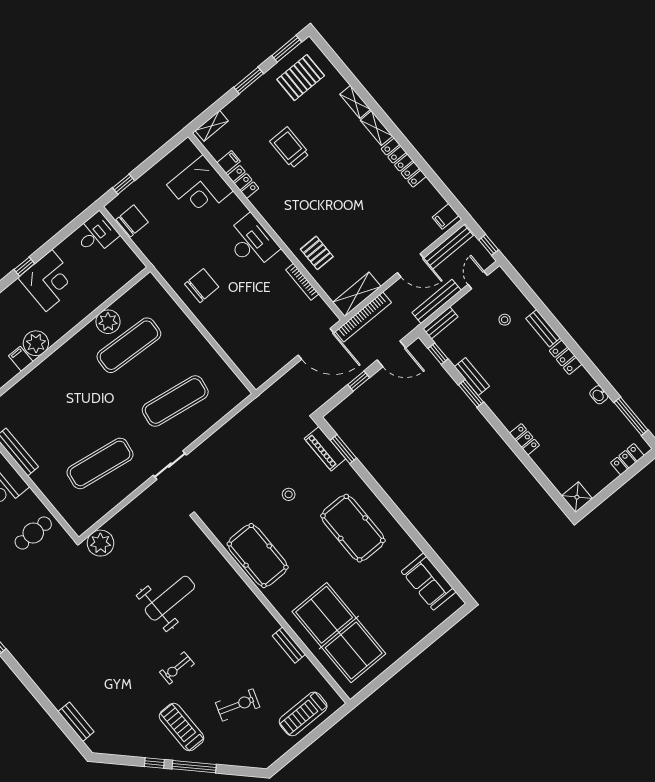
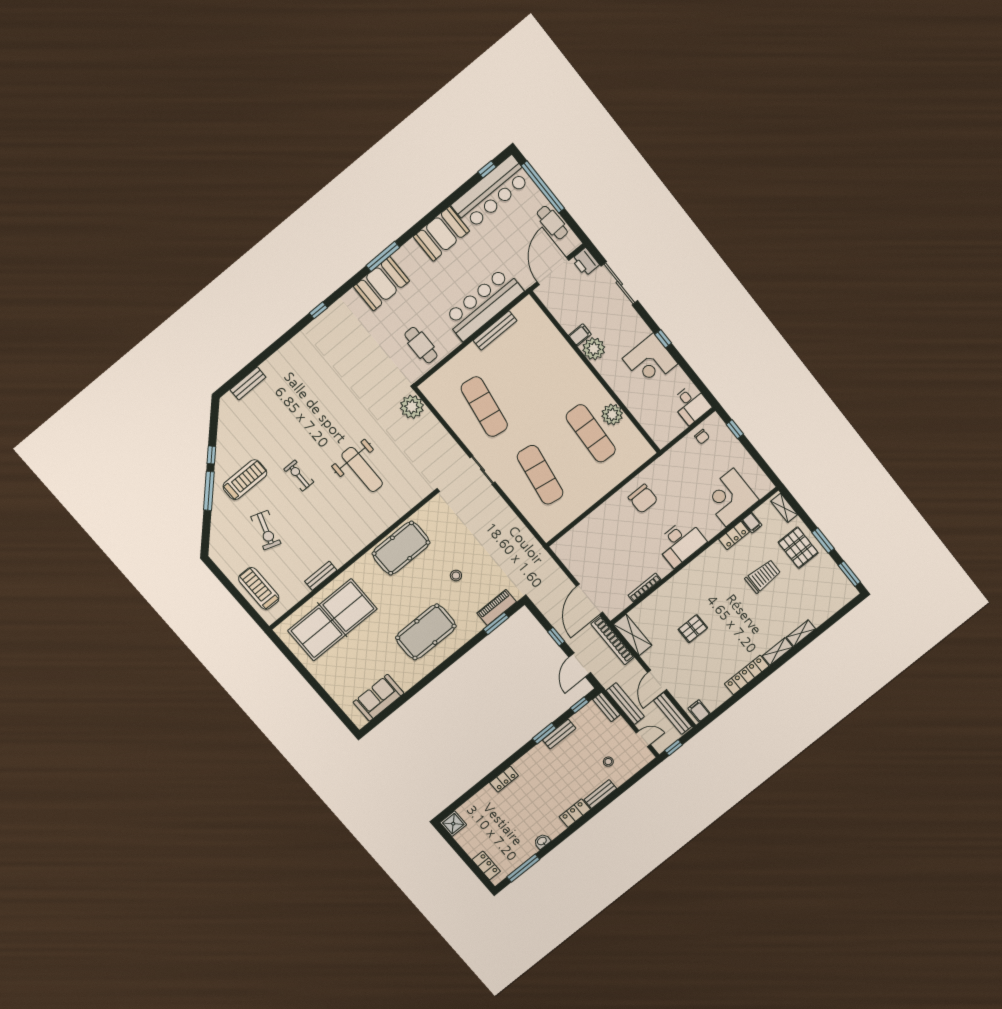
pallet: (301, 78) -> (798, 548), moved
chair: (132, 221) -> (702, 437), width x0.54, depth x0.54
pallet: (317, 253) -> (693, 629), moved

